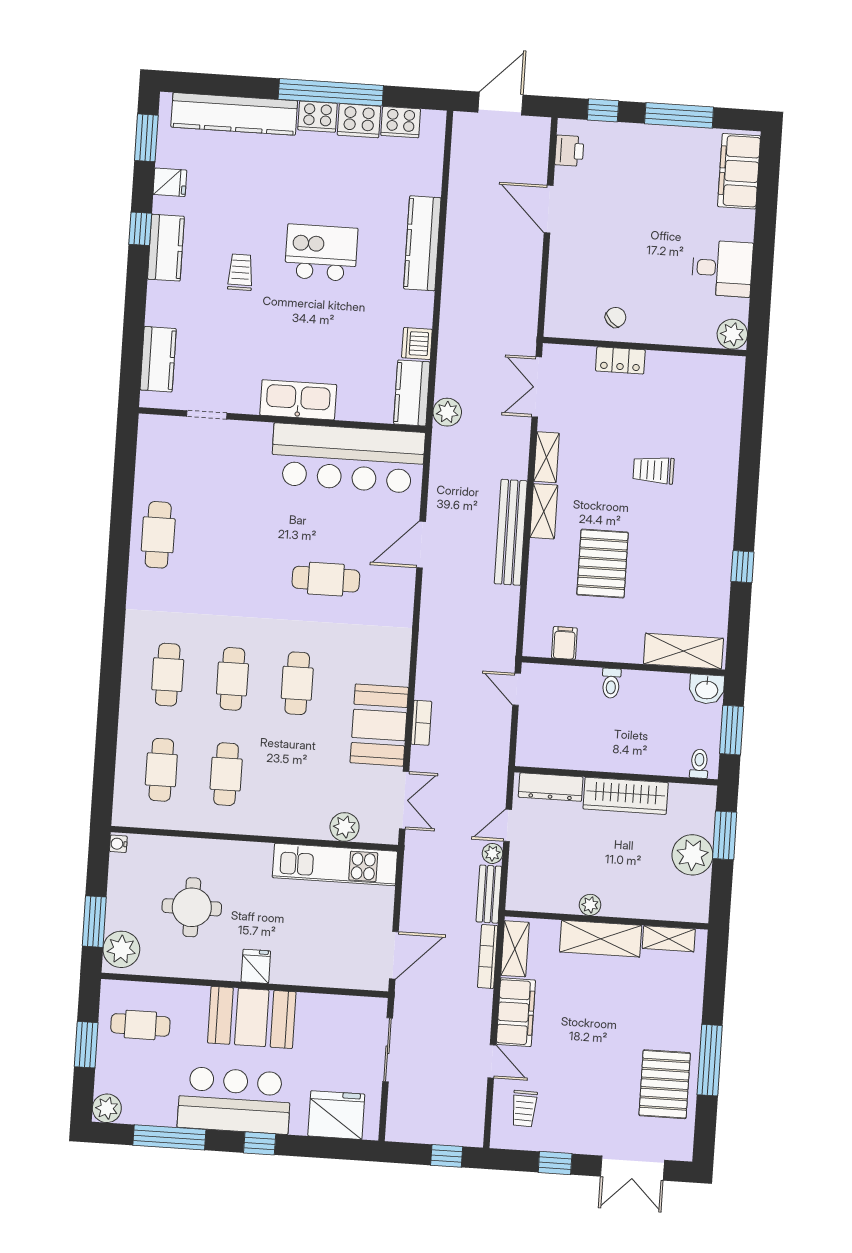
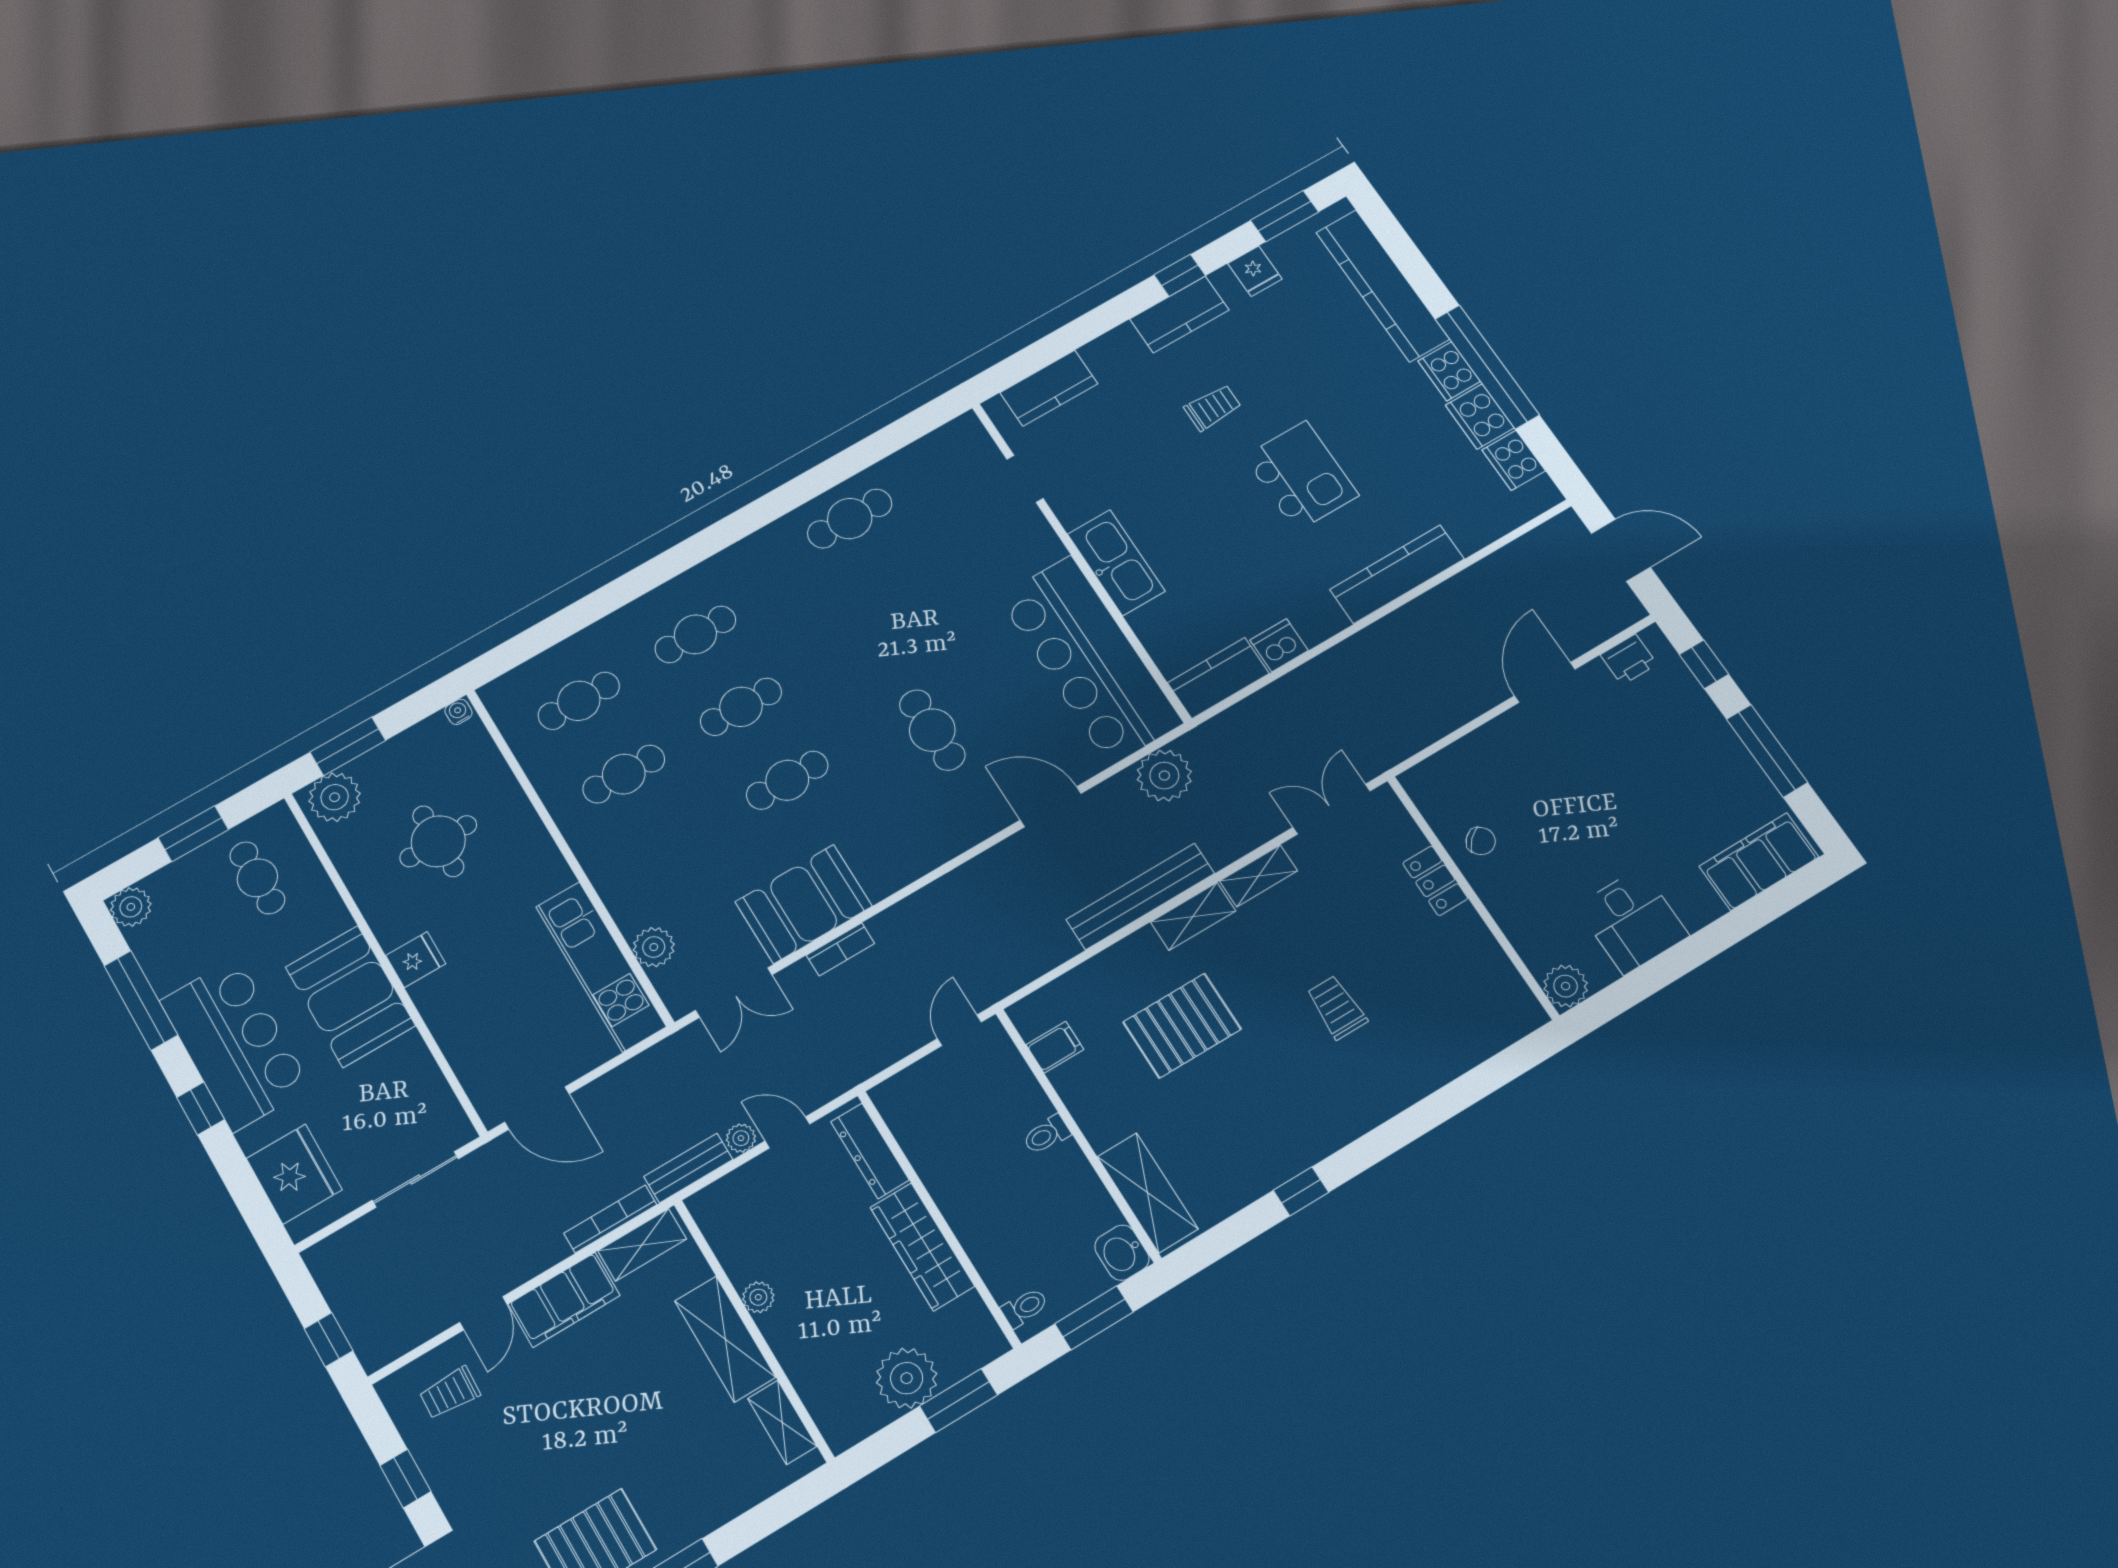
plant: (447, 412) -> (1164, 776), moved, width x1.36, depth x1.36

